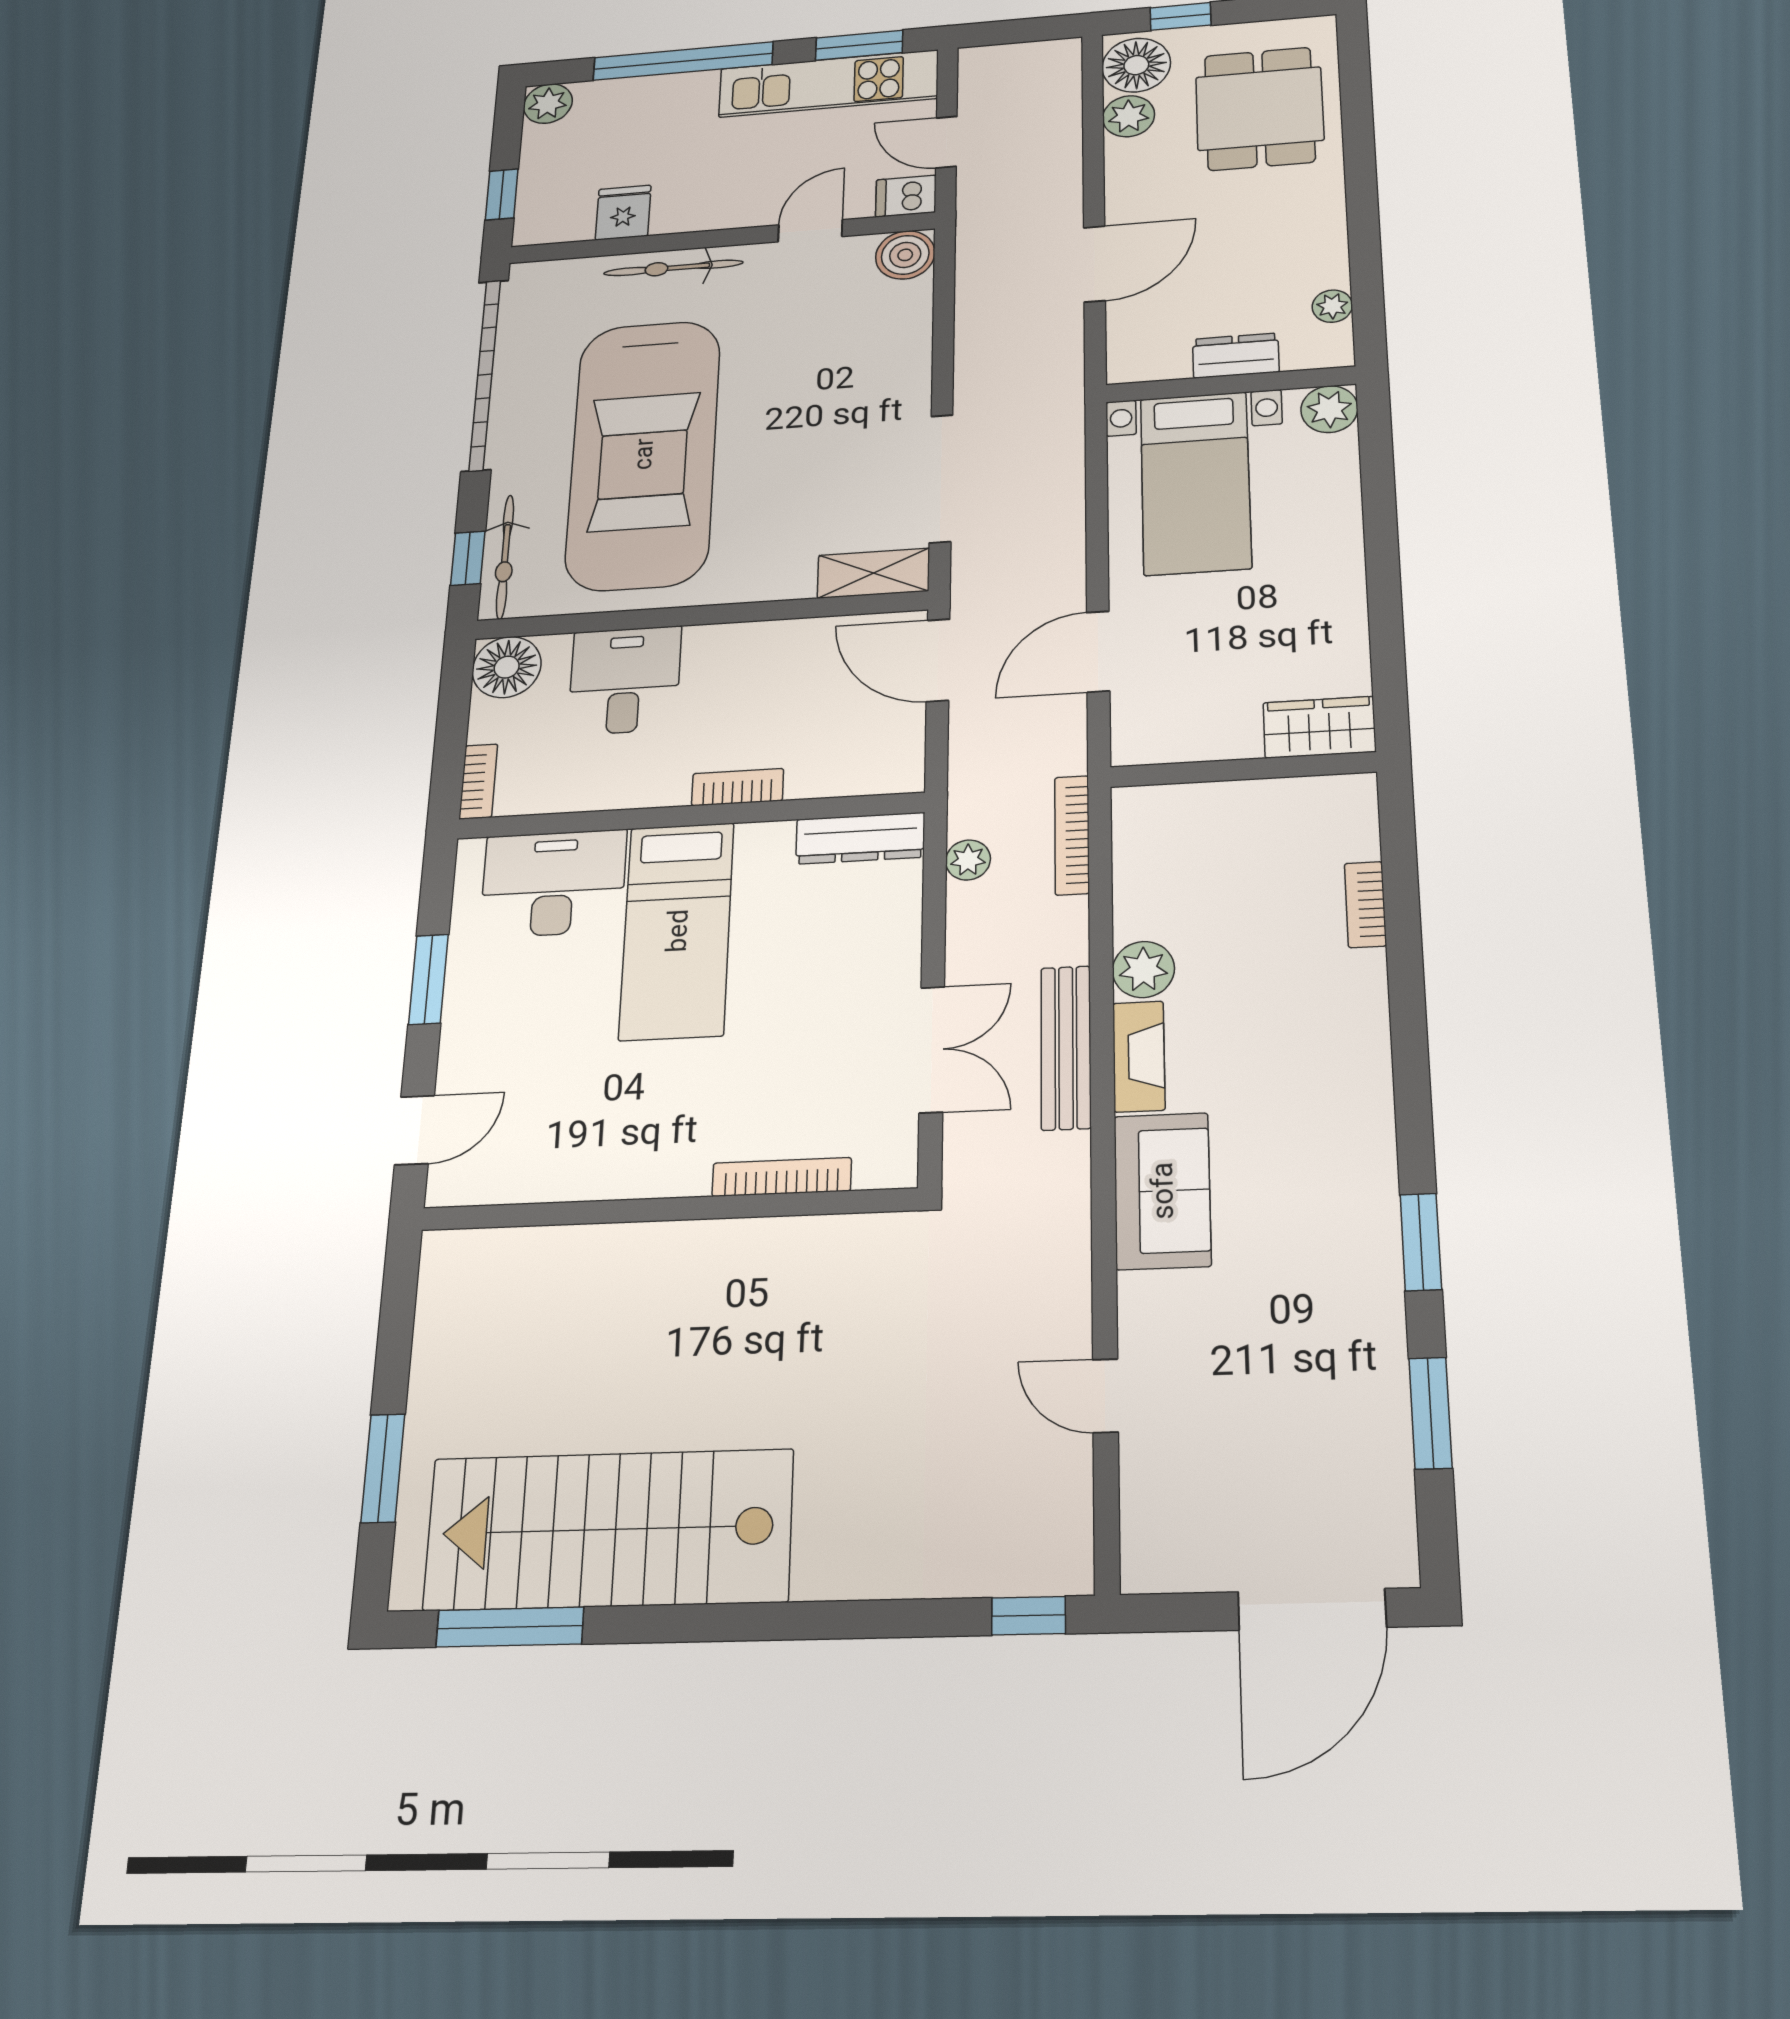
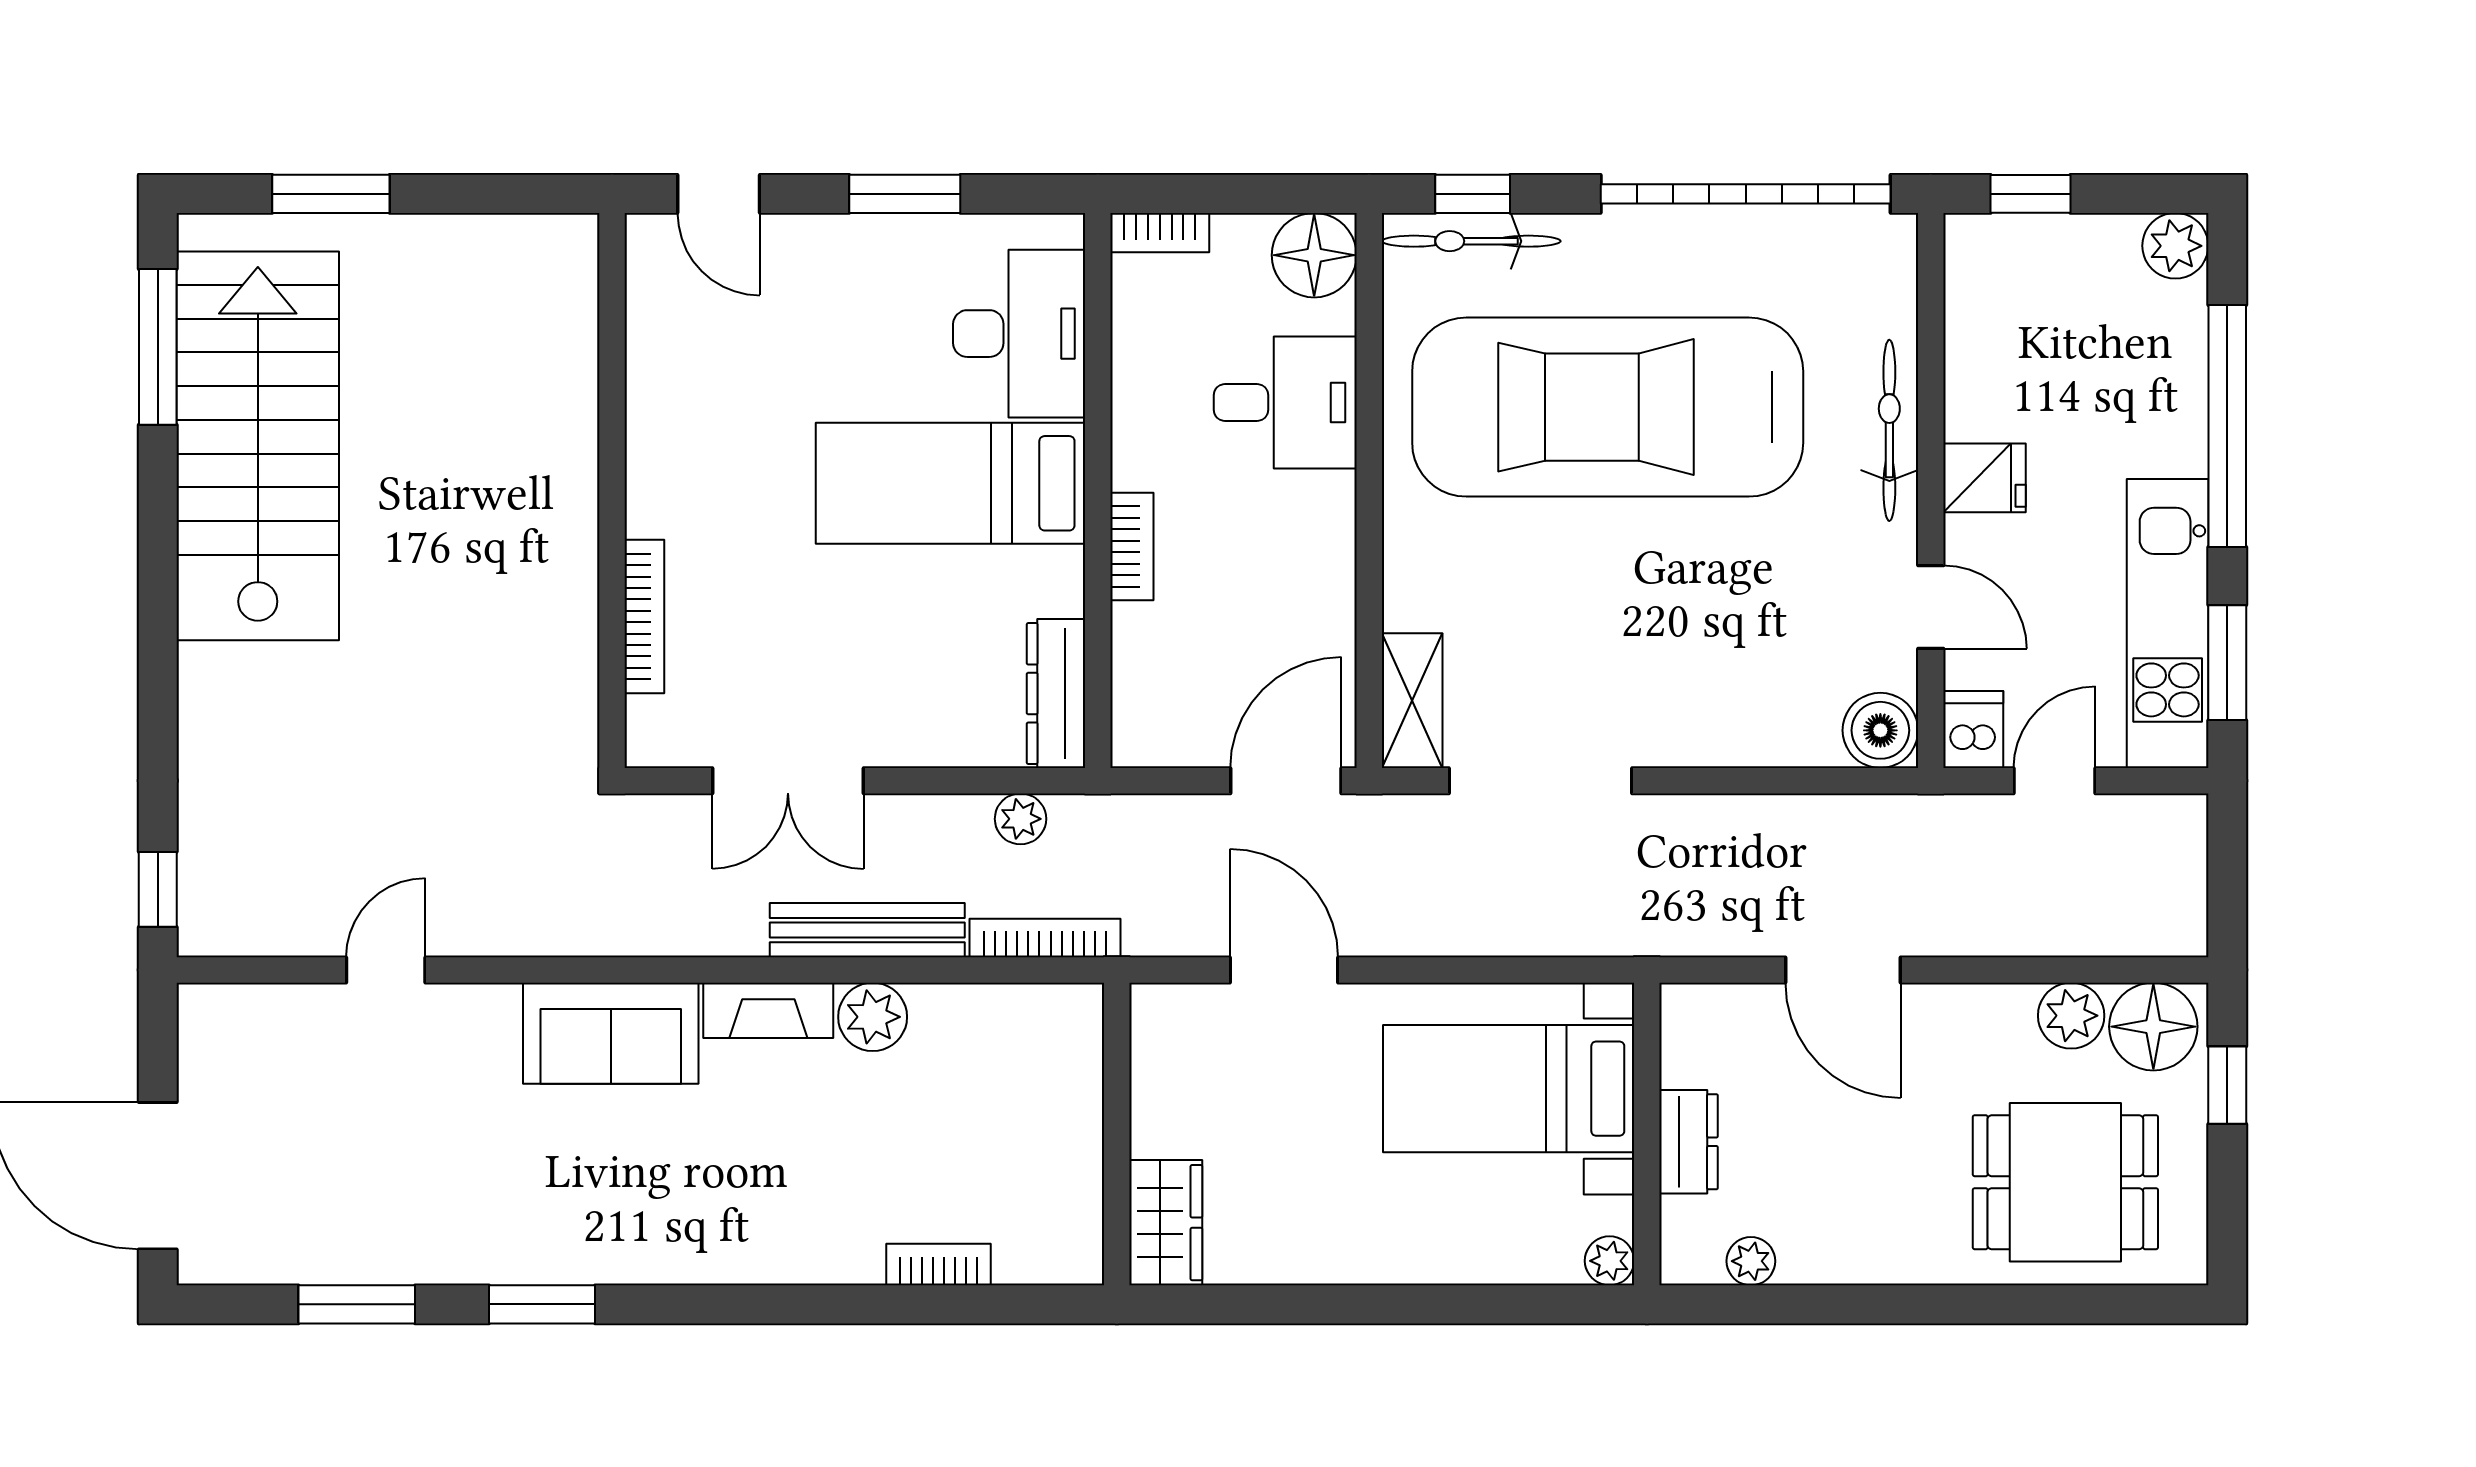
fridge: (623, 213) -> (1984, 478), moved
plant: (1329, 409) -> (1610, 1261), width x0.73, depth x0.73
bench: (1066, 1047) -> (867, 930), moved

